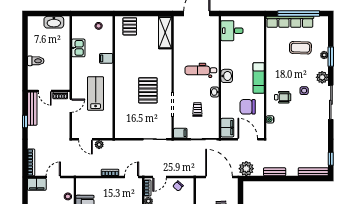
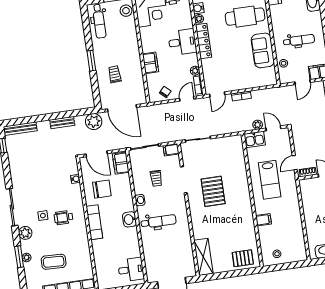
pallet: (130, 26) -> (243, 258), turned 90
kitchen sink: (78, 48) -> (255, 139), moved, turned -90
wheelchair: (283, 97) -> (63, 218), moved

